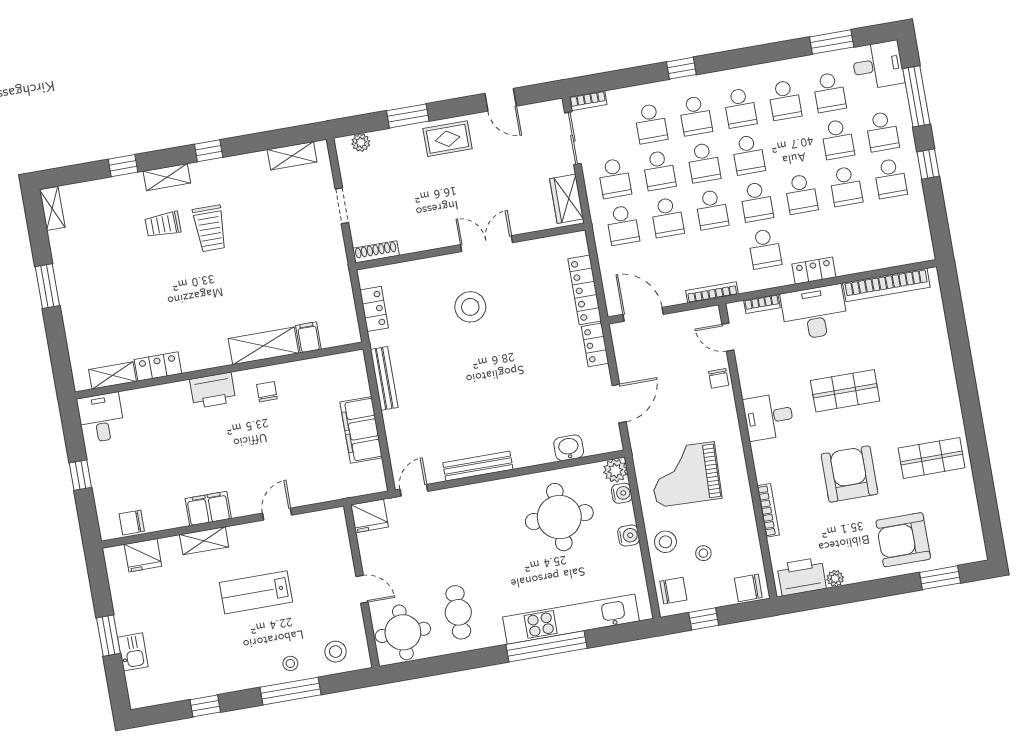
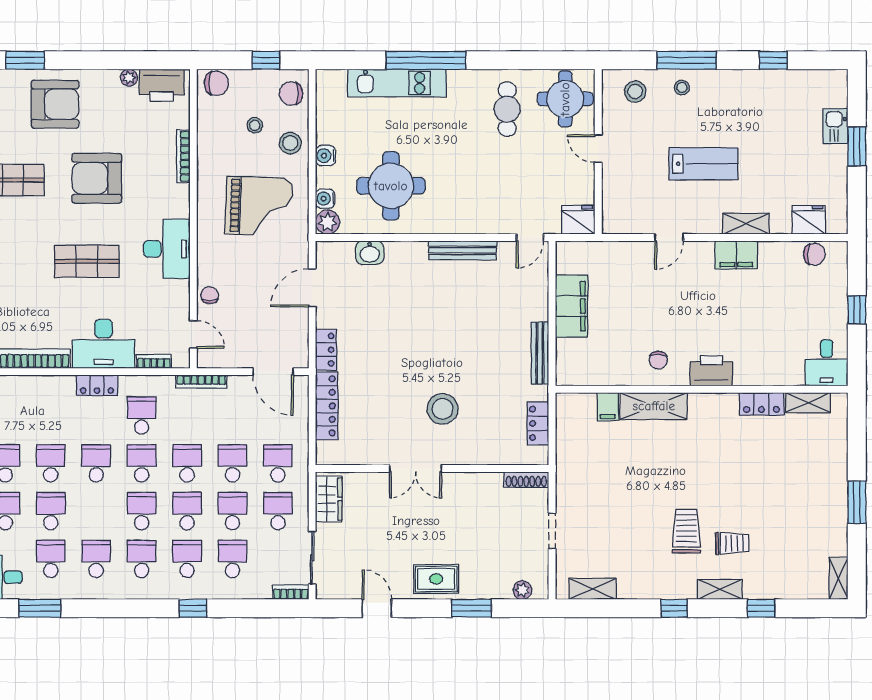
desk: (769, 417) -> (167, 249), width x1.37
armchair: (849, 474) -> (97, 178), turned 90
kitchen unit: (571, 619) -> (397, 83), width x0.73

